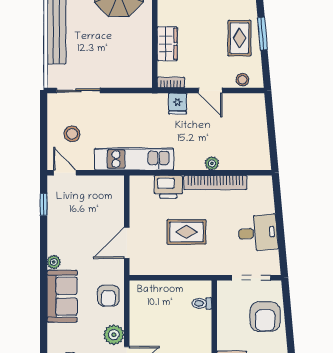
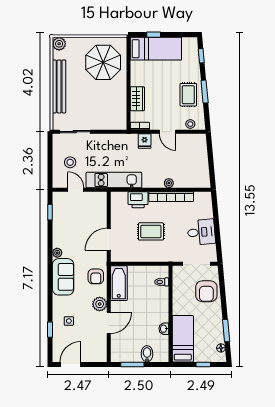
door: (65, 173) -> (76, 190), moved
bathtub: (141, 305) -> (119, 283), added

